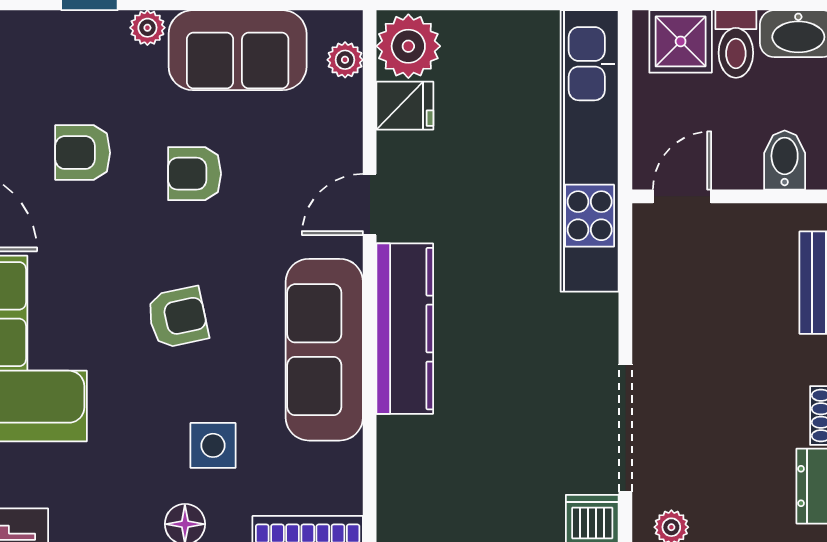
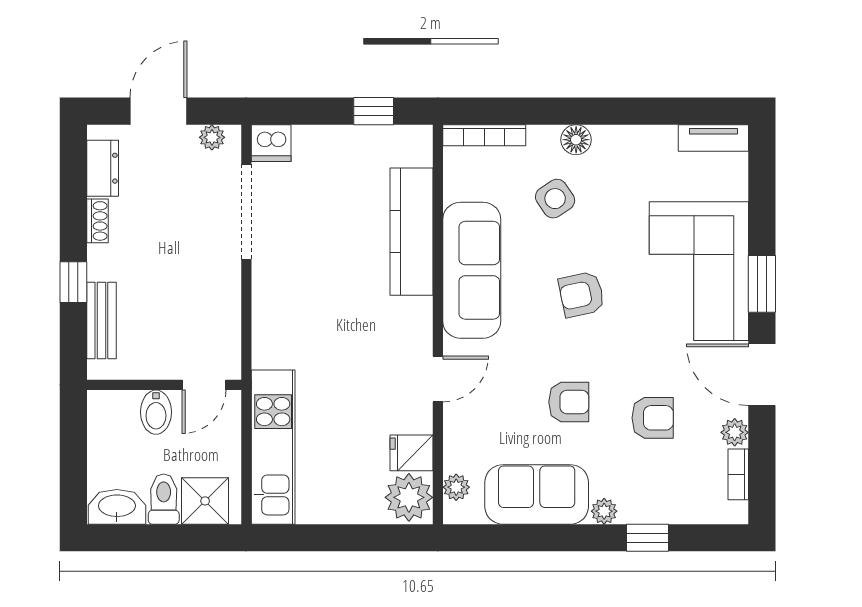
kitchen unit: (590, 151) -> (273, 447), width x0.73
bidet: (785, 160) -> (156, 412), moved
kitchen counter: (405, 329) -> (411, 232), moved
side table: (213, 445) -> (555, 199), turned -34

